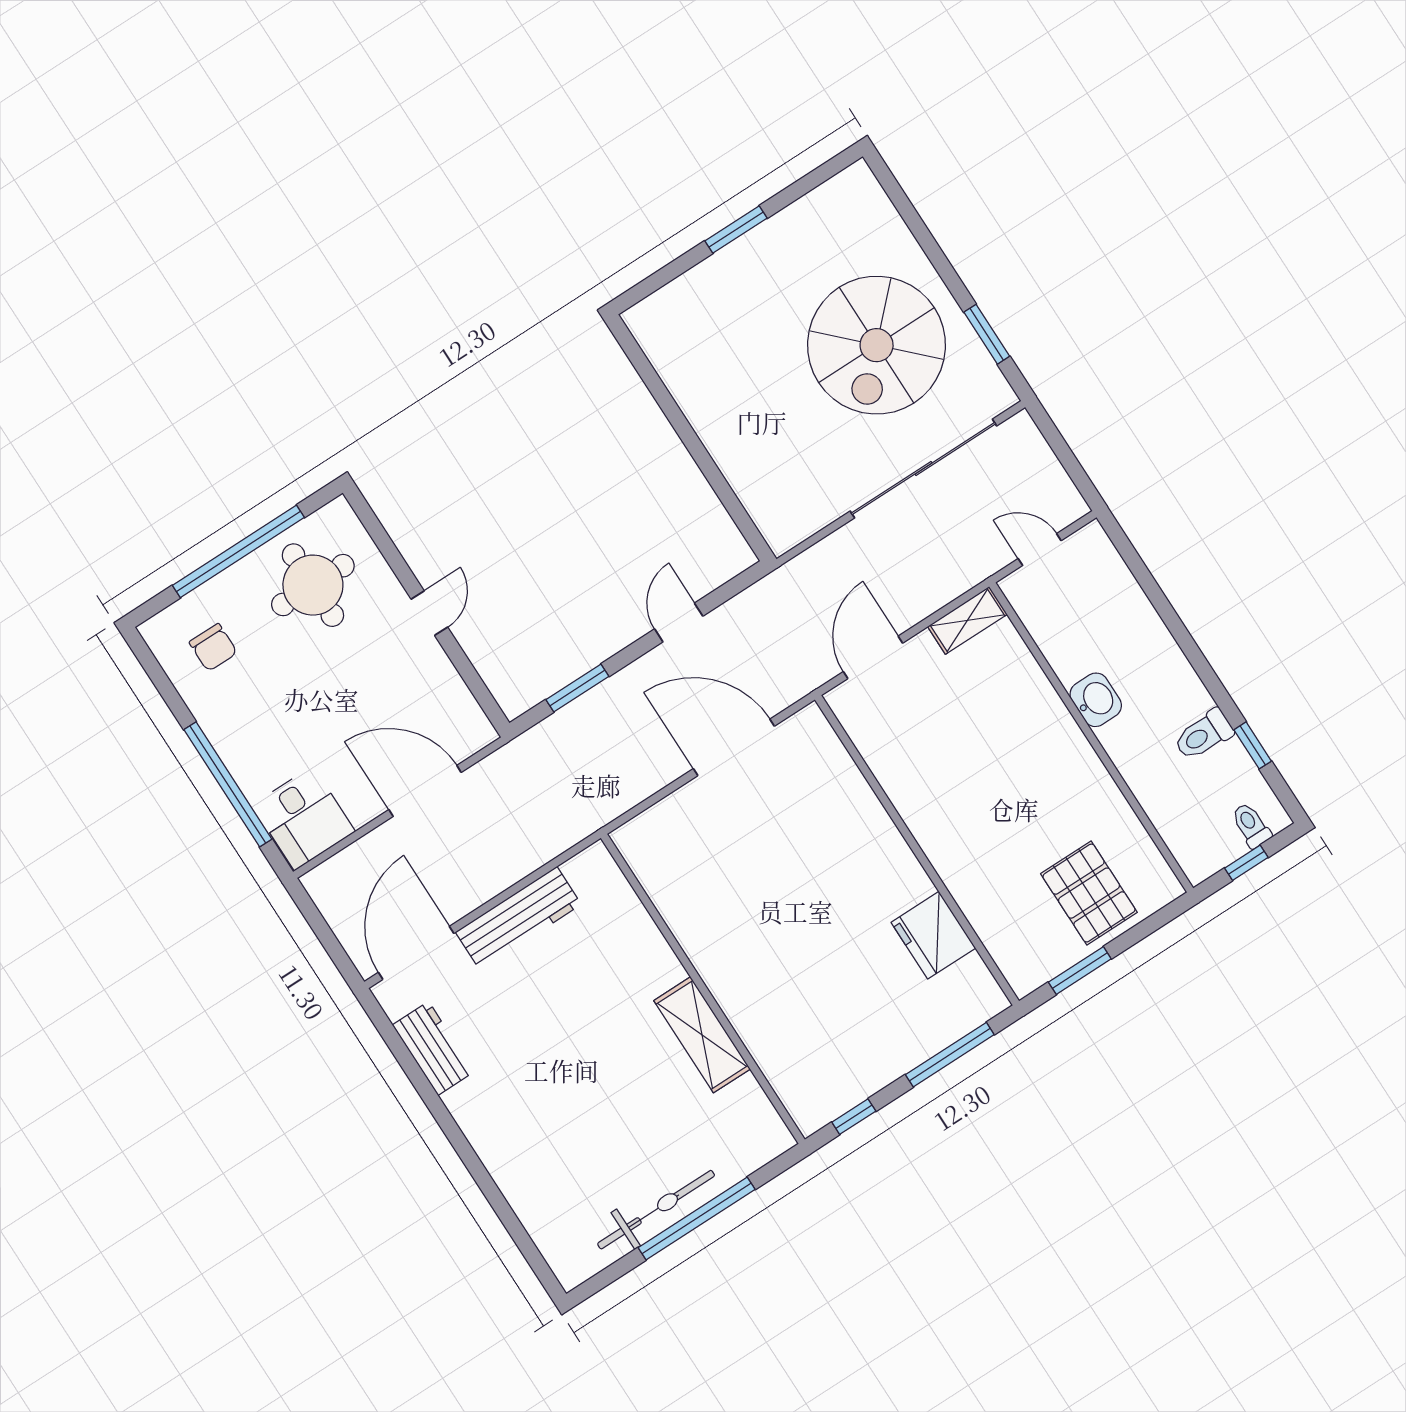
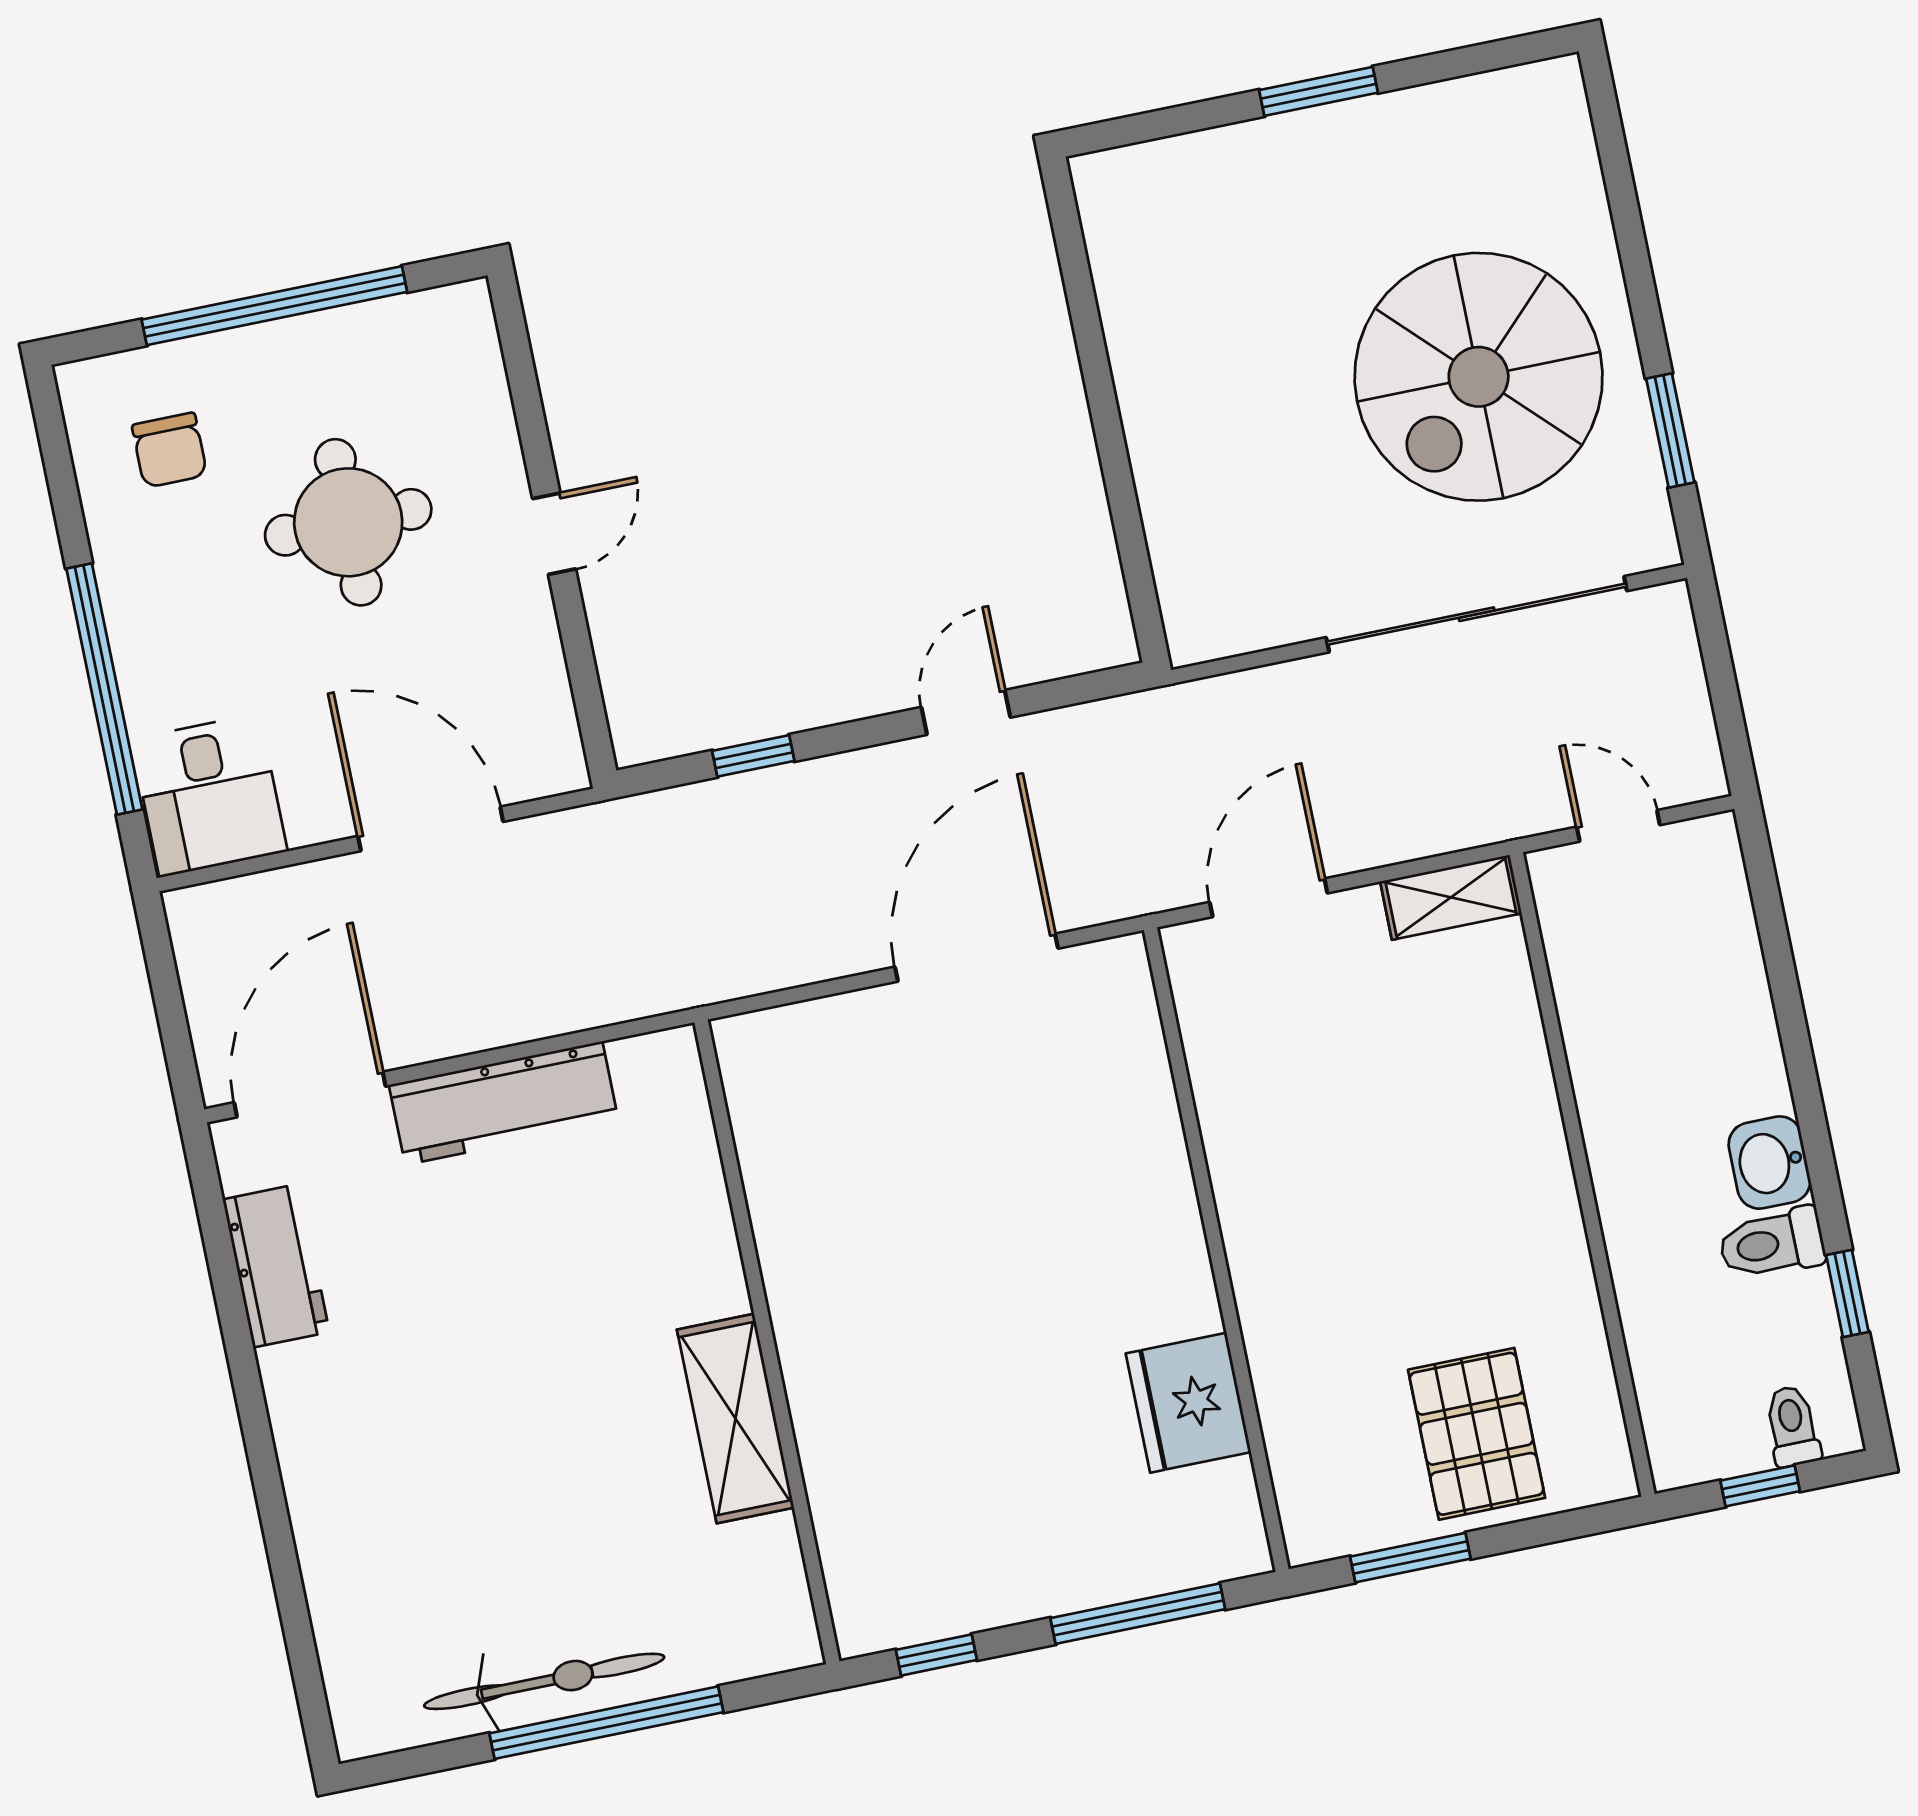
round table: (313, 585) -> (348, 522), moved
window: (577, 688) -> (753, 756), width x0.67
washbasin: (1096, 700) -> (1770, 1163), moved, turned 180
door: (734, 747) -> (977, 958), hinge flipped

